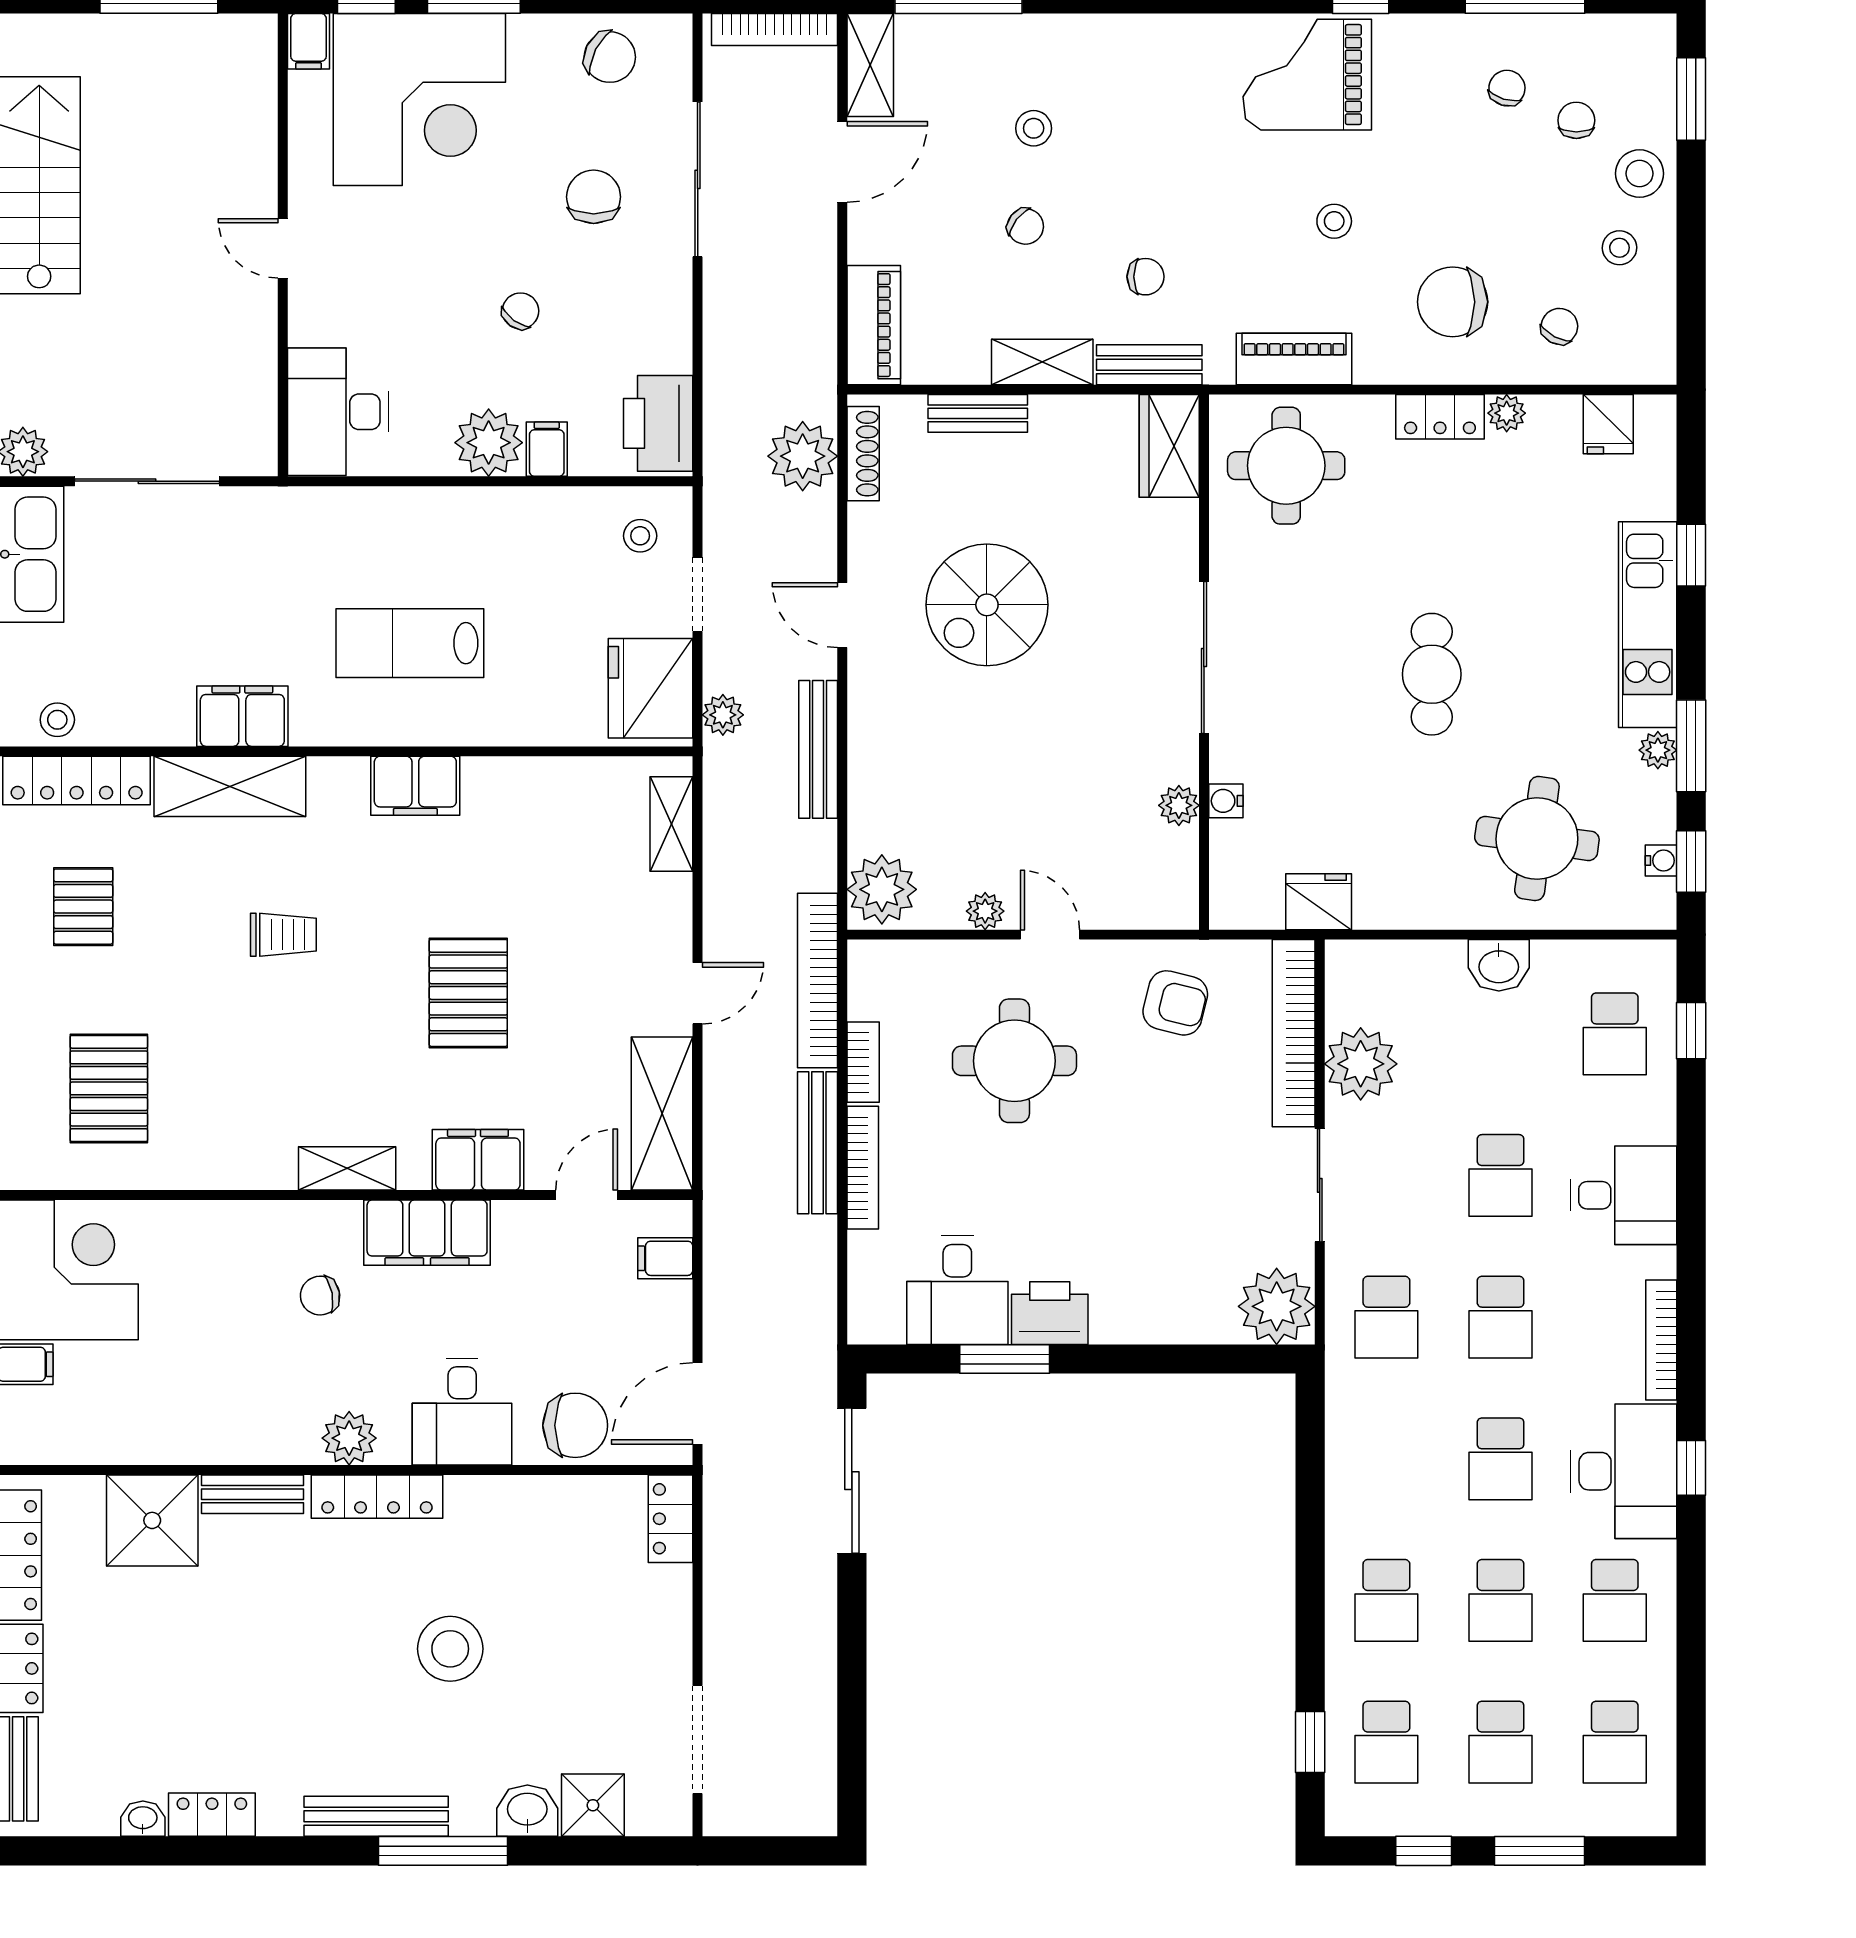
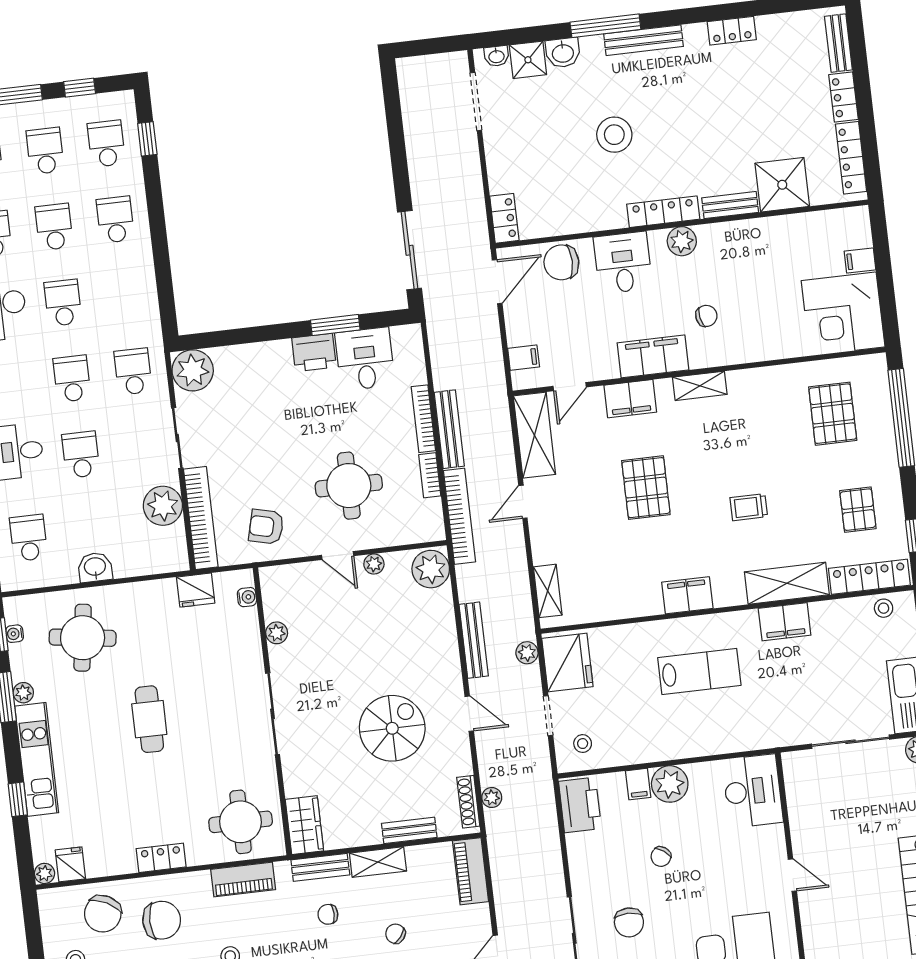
chair: (1559, 326) -> (103, 914), width x1.87, depth x1.87
plant: (1507, 413) -> (45, 873), moved
plant: (803, 456) -> (492, 797), width x0.53, depth x0.53
water cooler: (1226, 801) -> (247, 597), moved
washbasin: (143, 1819) -> (496, 56), moved

